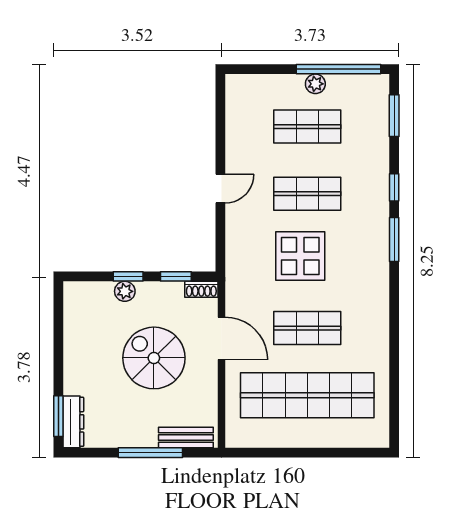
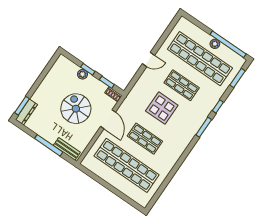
shop shelf: (307, 127) -> (200, 59), width x2.00, depth x1.36

